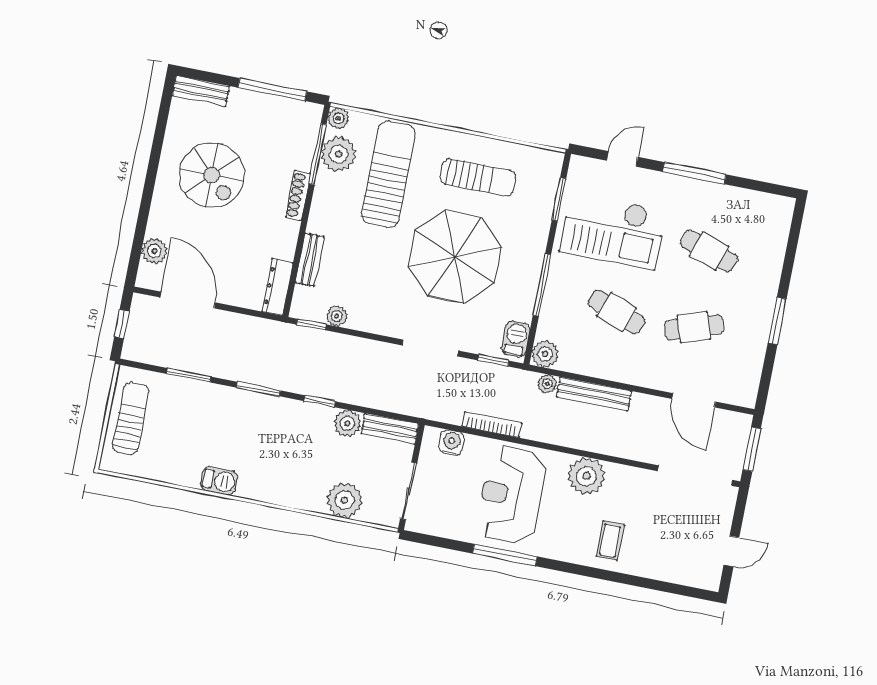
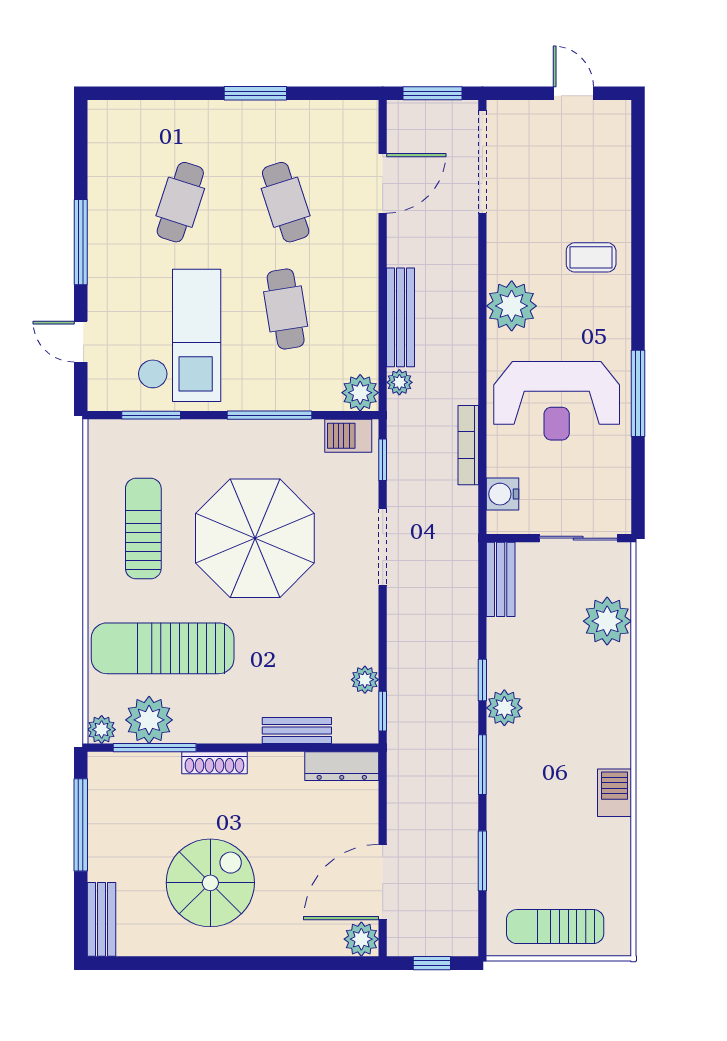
plant: (154, 251) -> (361, 939), moved
cafe table: (617, 312) -> (286, 309), turned -30
plant: (347, 423) -> (504, 708), moved

